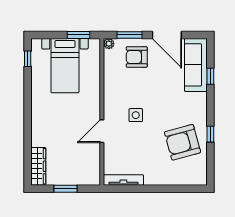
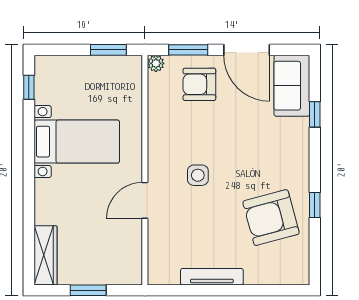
sofa: (196, 65) -> (292, 86), width x0.73
bed with nightstands: (65, 66) -> (77, 142), moved, turned -90
tv unit: (123, 180) -> (212, 277), moved

